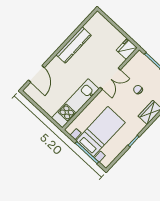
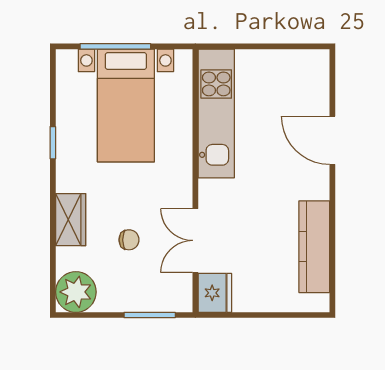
kitchen counter: (74, 45) -> (314, 247), moved
door: (36, 74) -> (332, 140), moved
double door: (110, 79) -> (195, 240), moved

